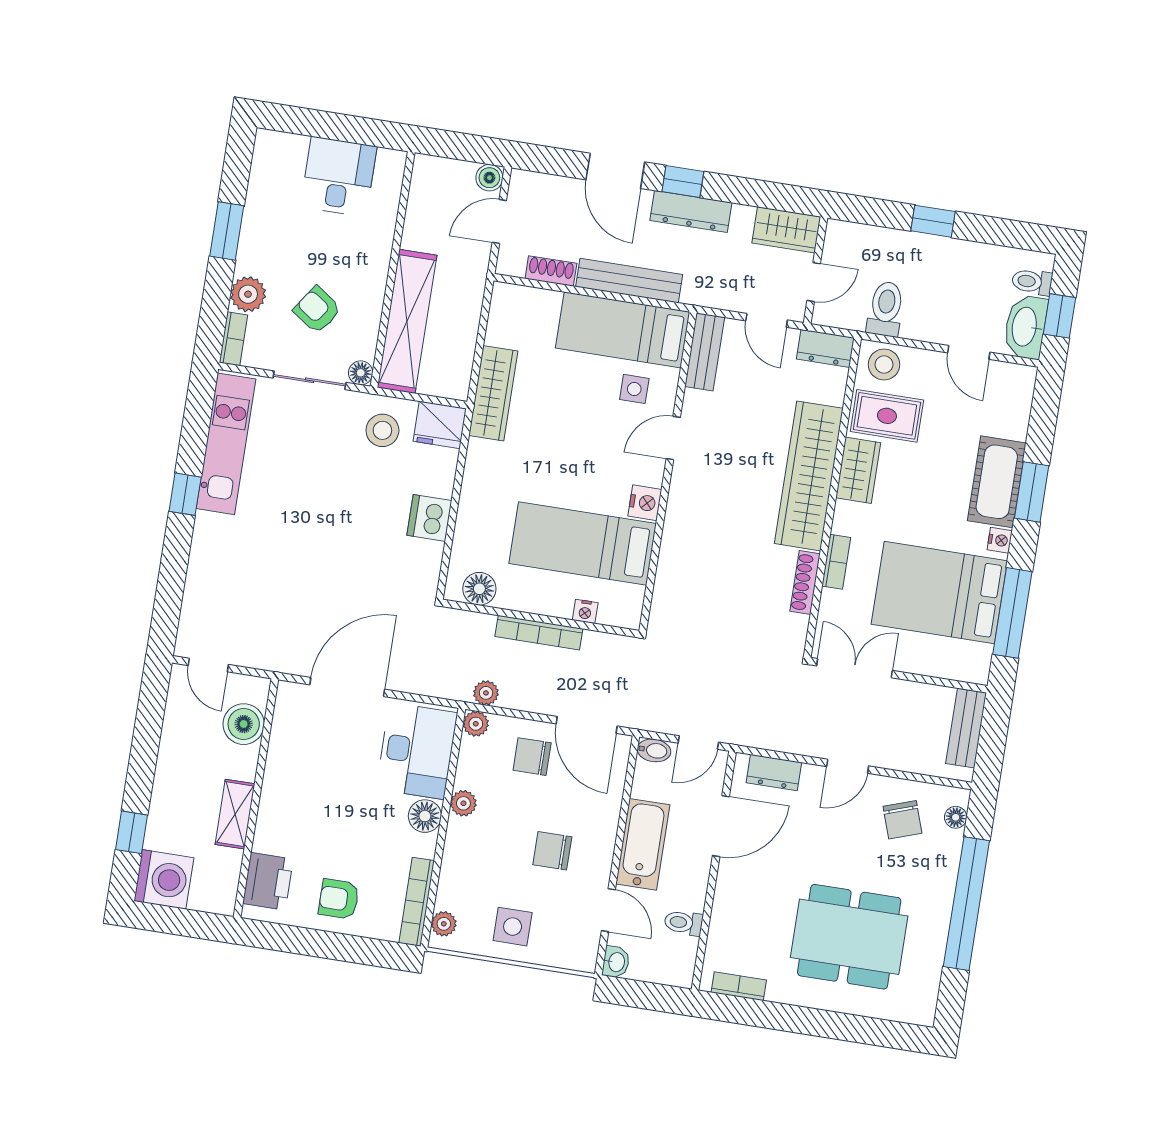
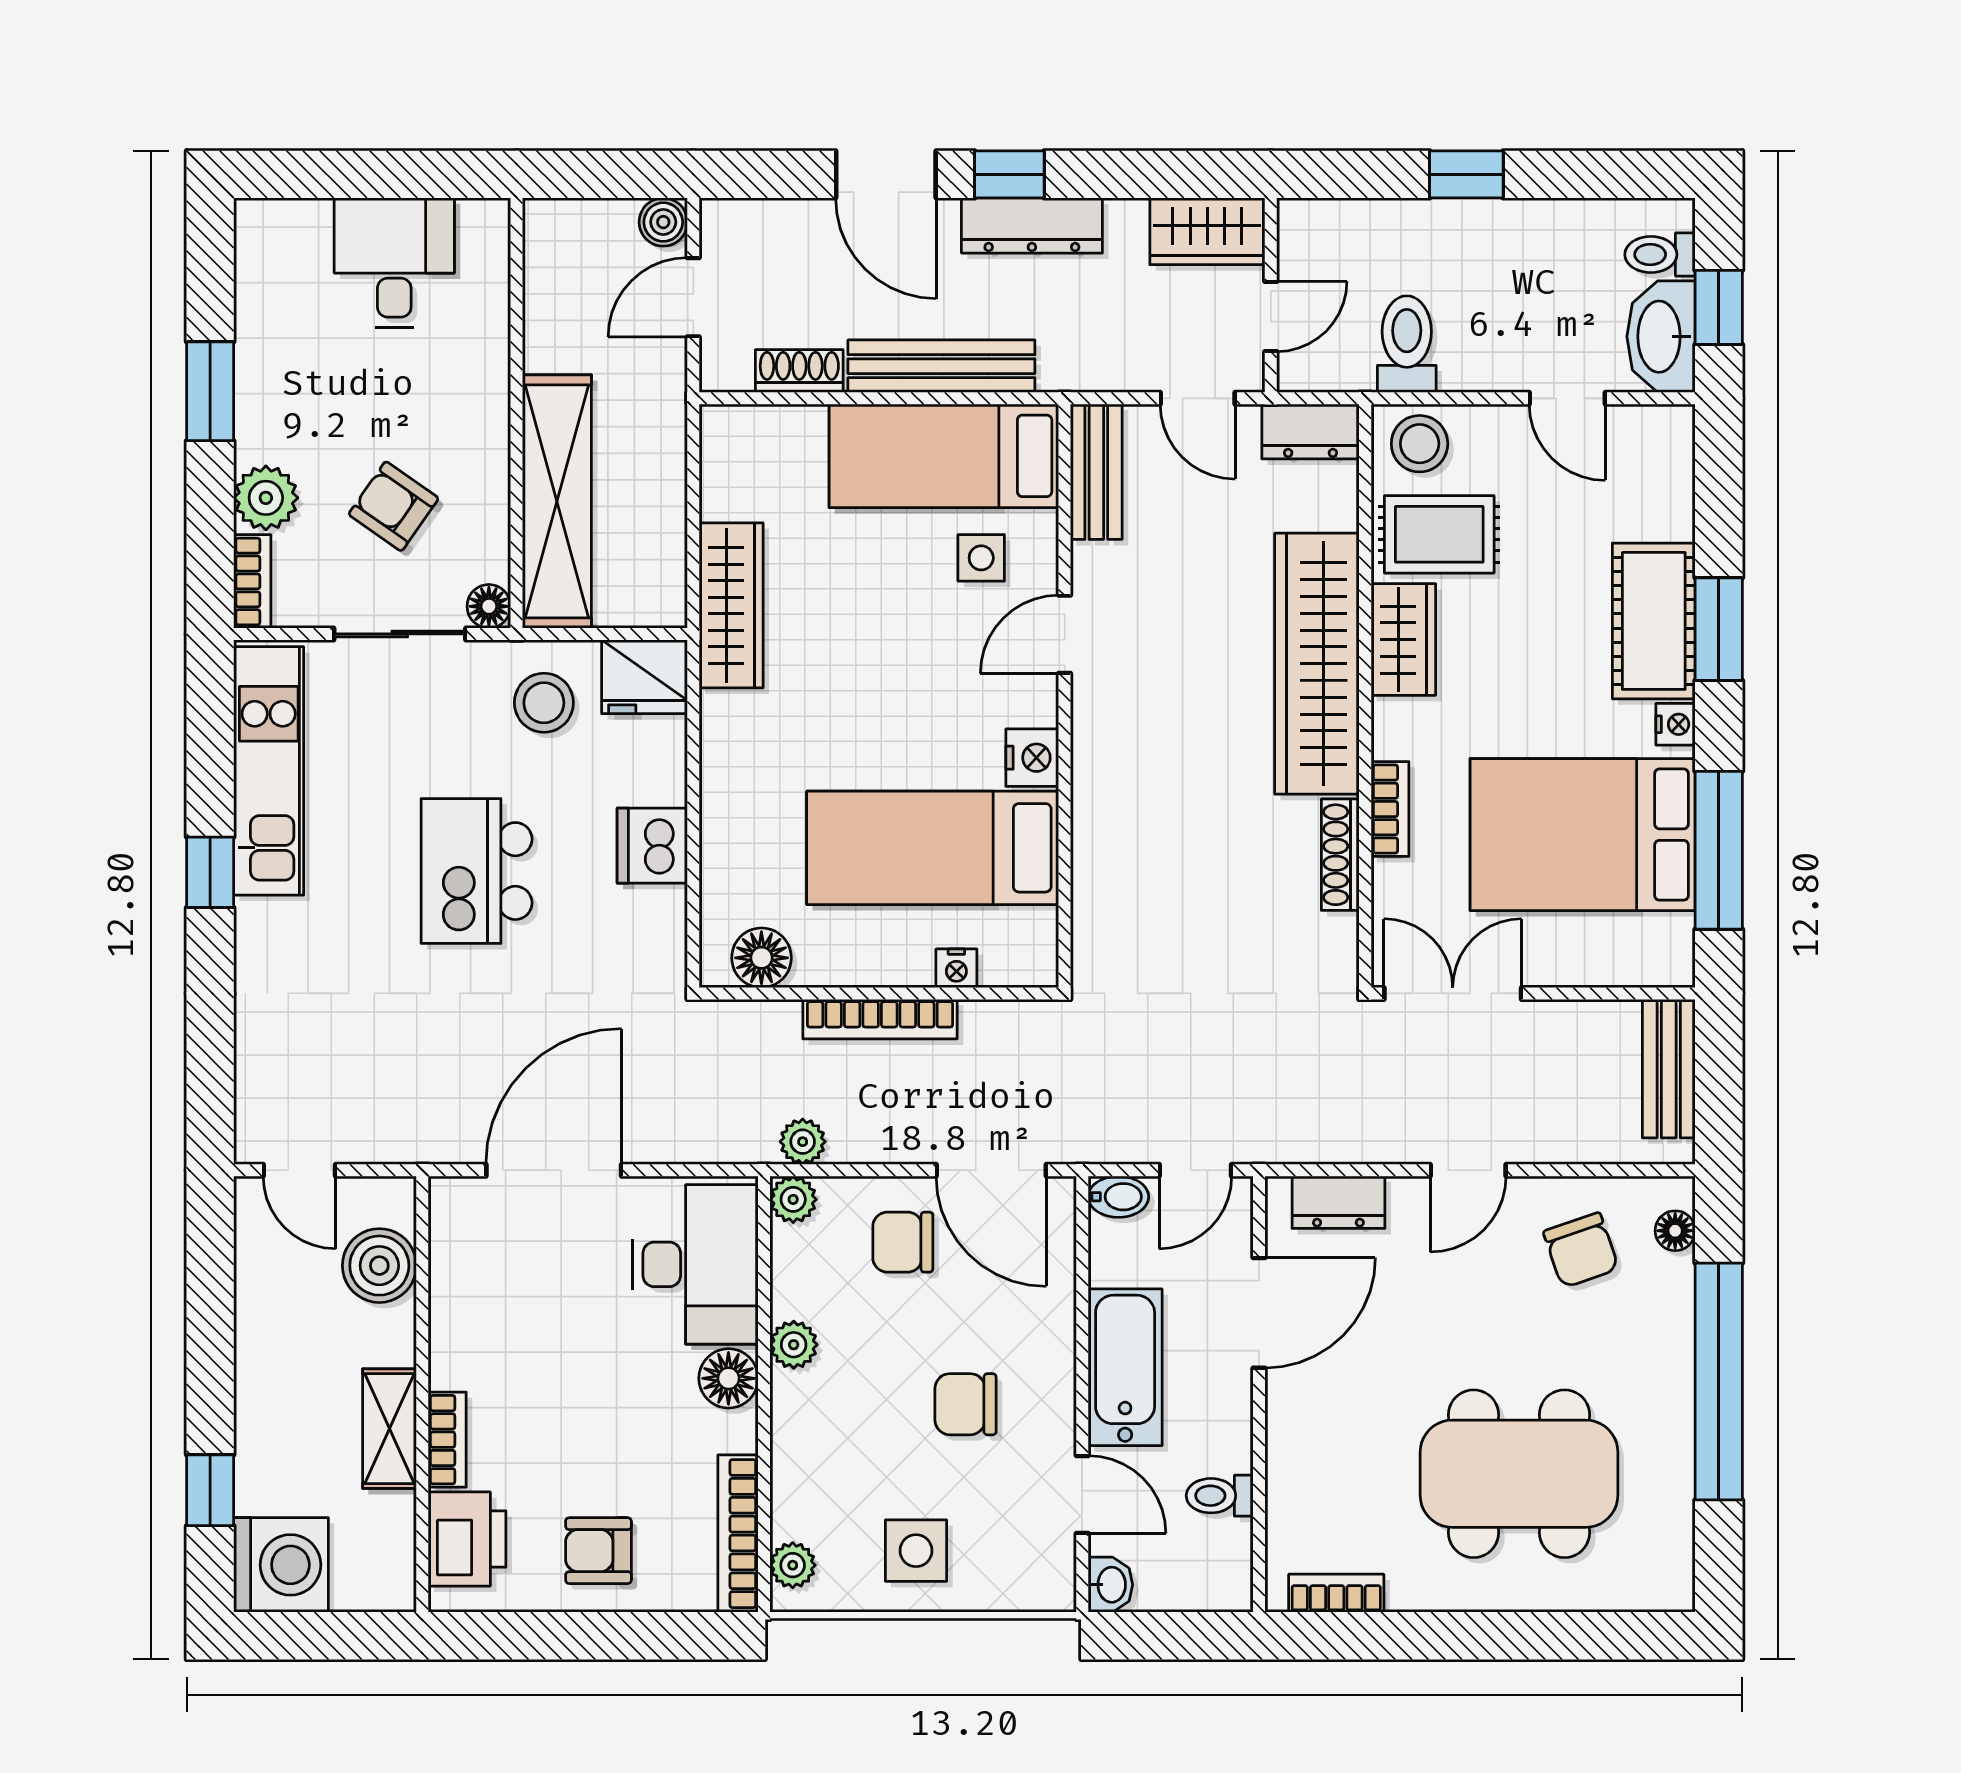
kitchen island: (331, 517) -> (477, 871), added
bookcase: (266, 825) -> (447, 1440), added

